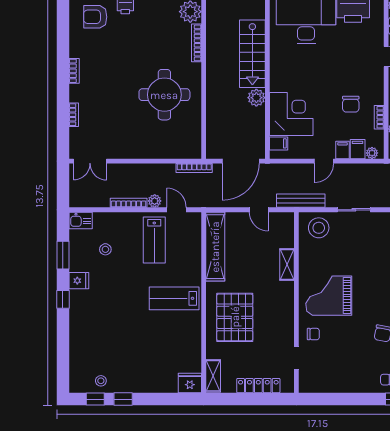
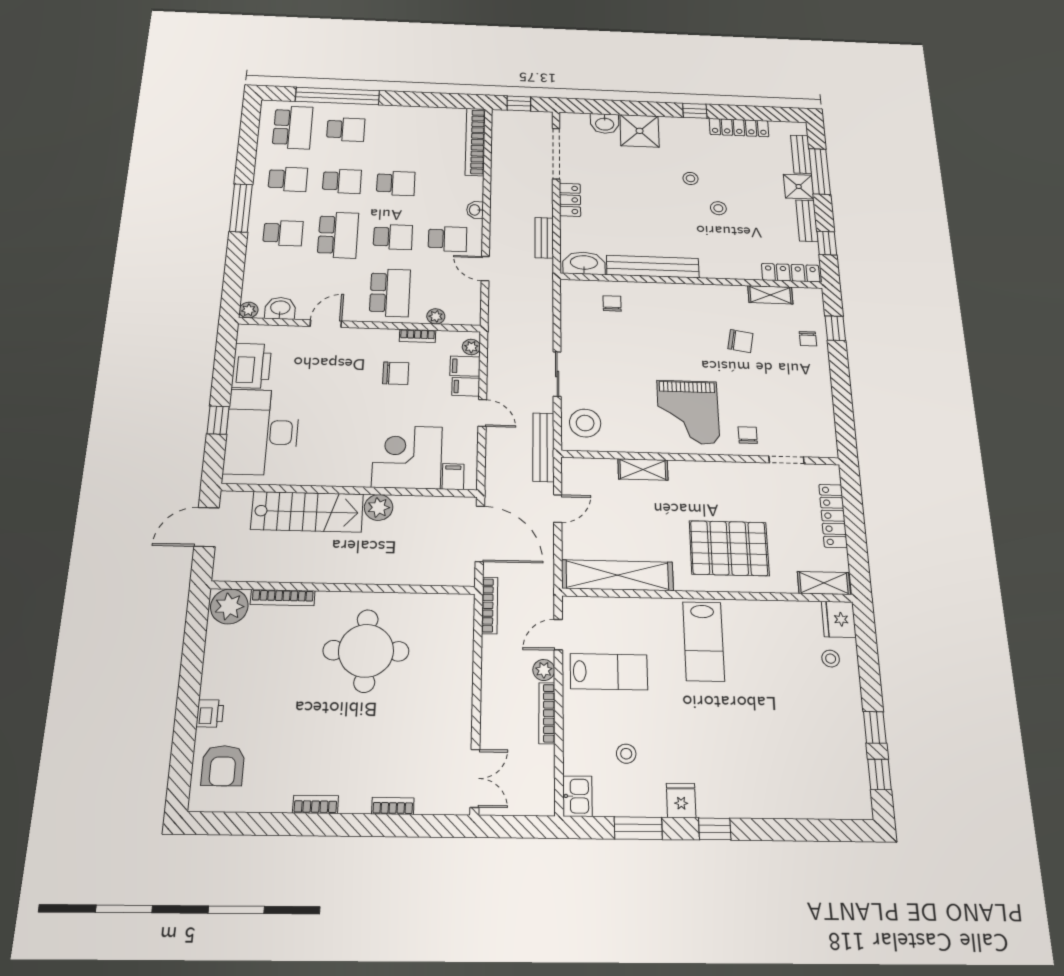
stool: (101, 381) -> (831, 659), moved

